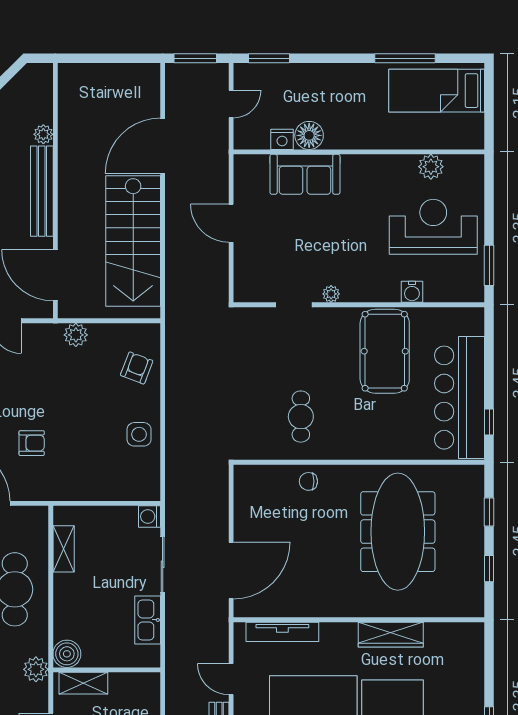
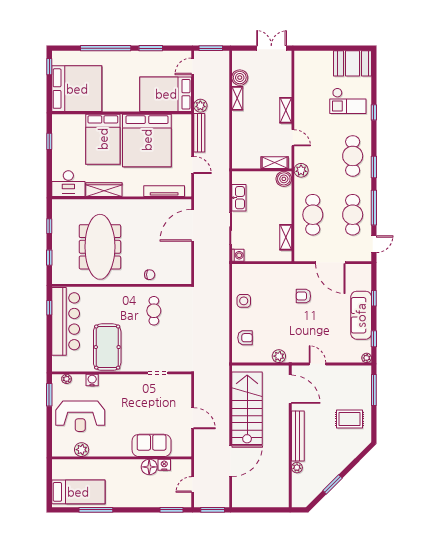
plant: (331, 294) -> (67, 379), moved
armchair: (137, 368) -> (245, 338), turned -111
desk: (455, 645) -> (68, 184), added

